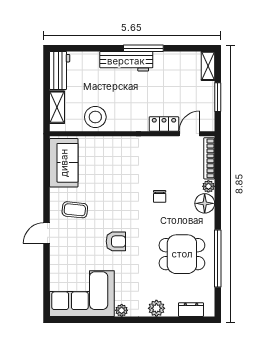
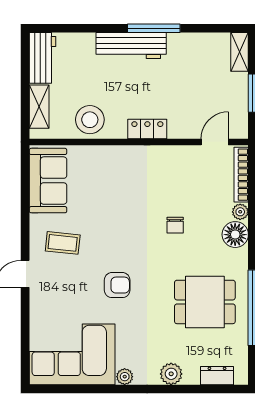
locker: (164, 124) -> (147, 129), moved

